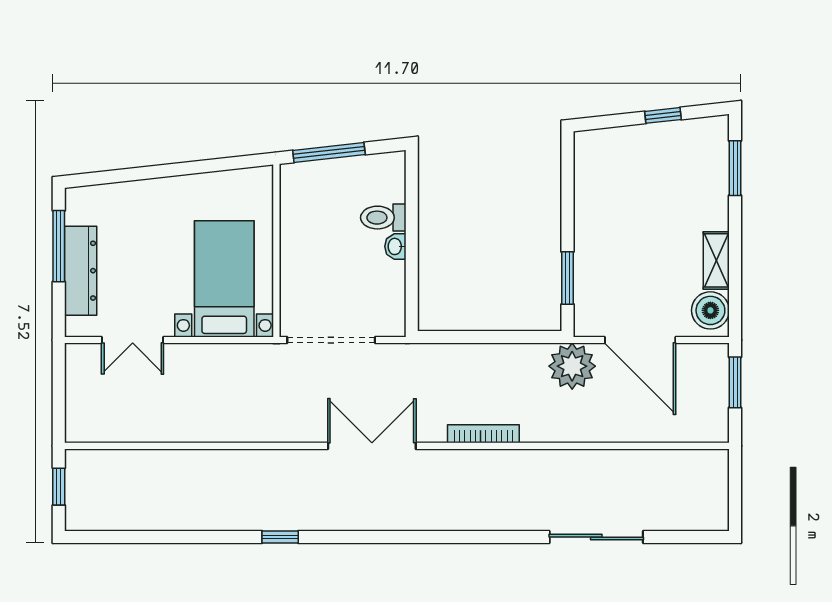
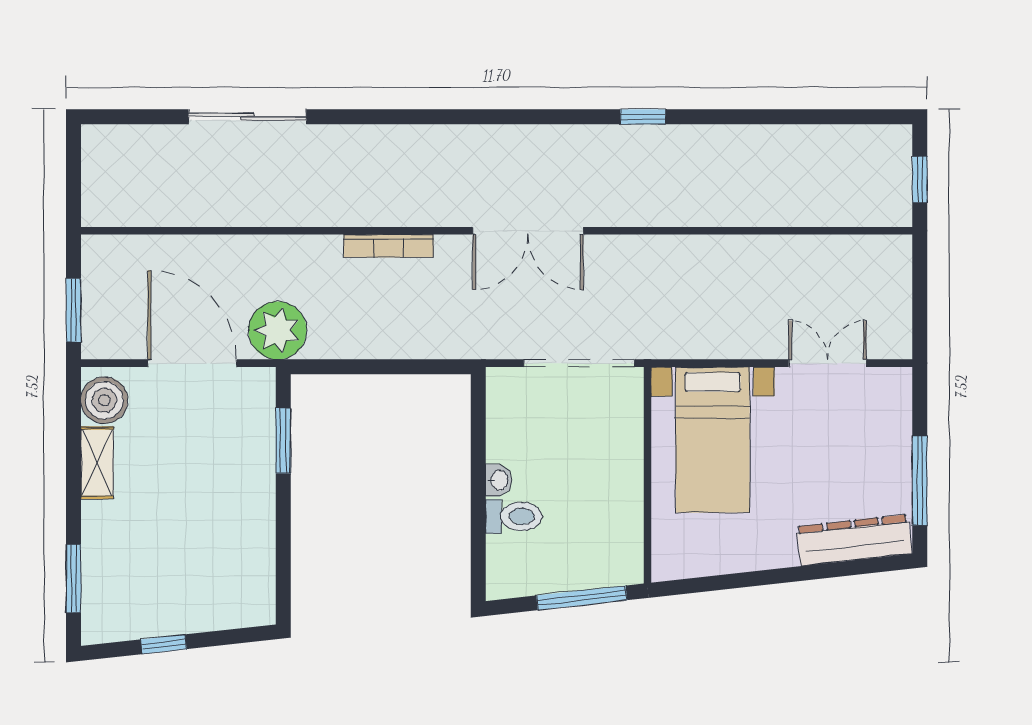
dresser: (81, 271) -> (854, 540), moved, turned 84

